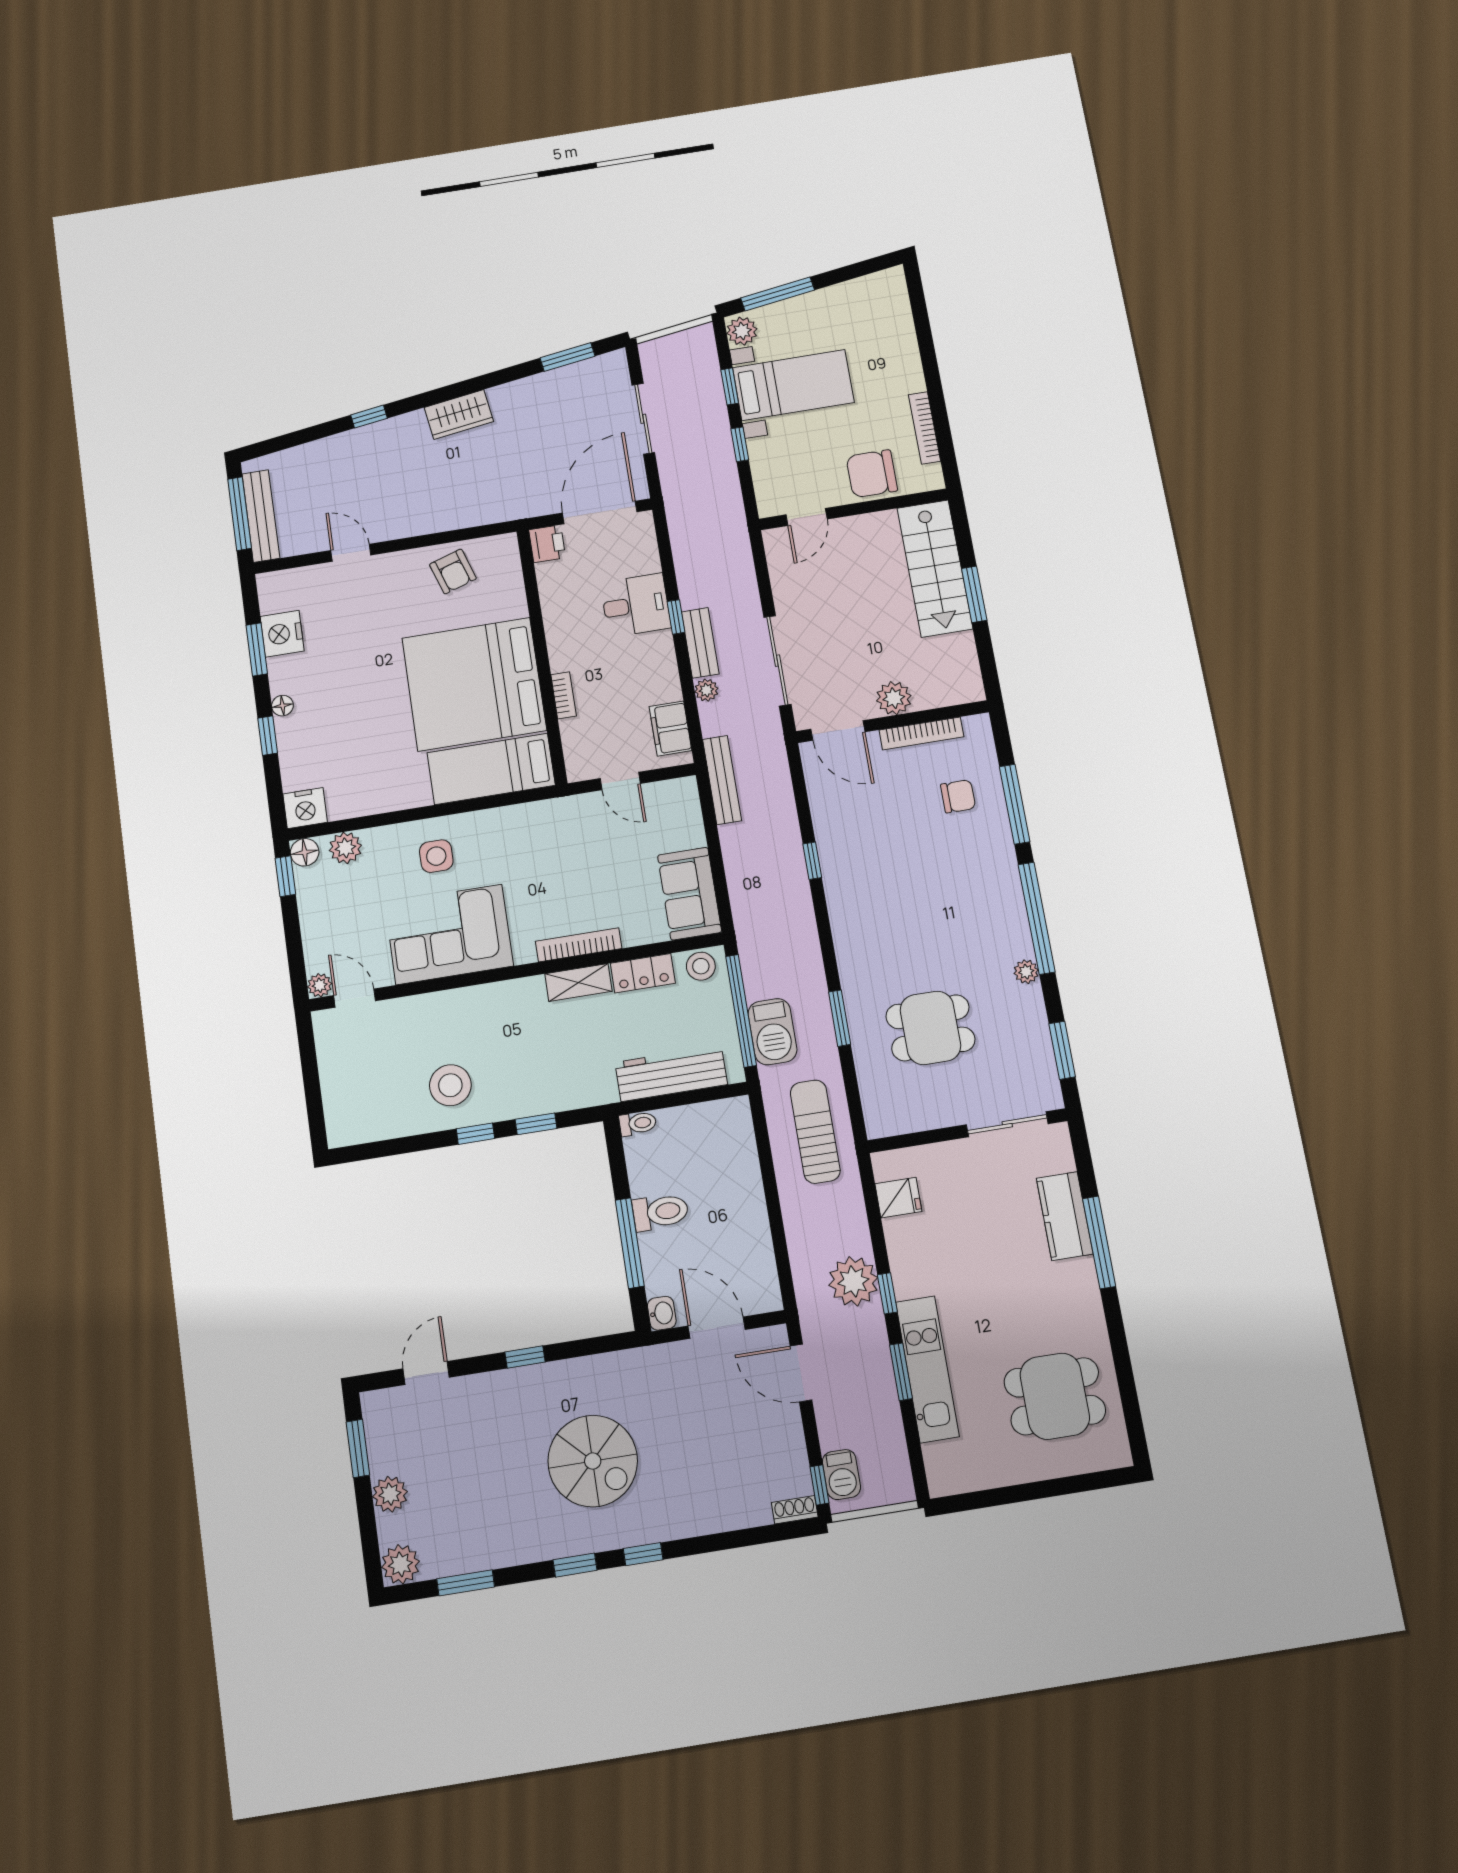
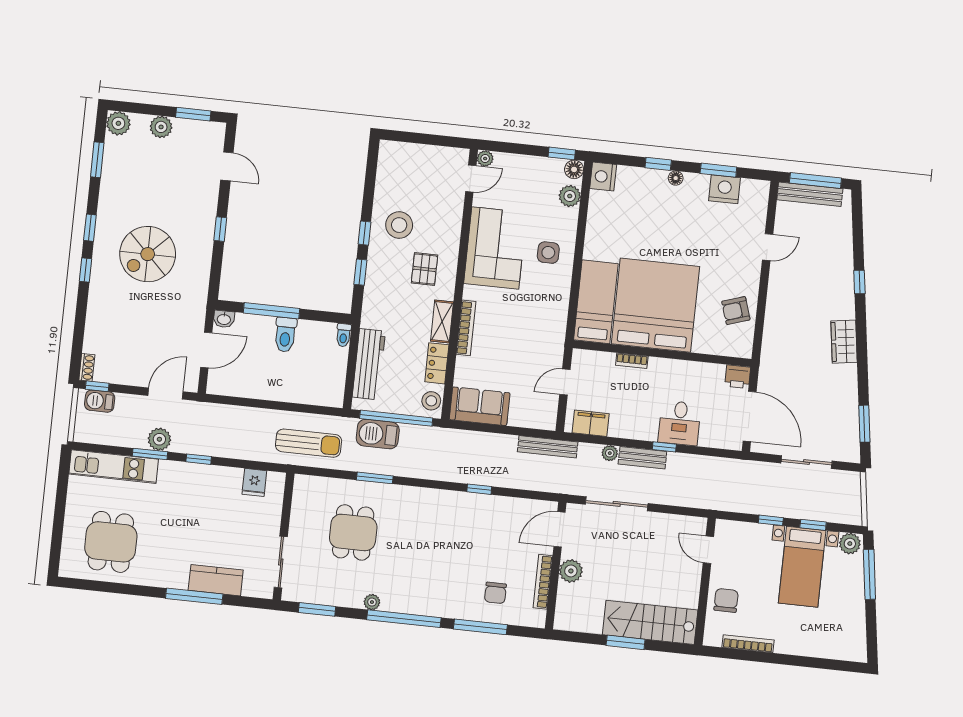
chair: (872, 474) -> (726, 600), width x0.73, depth x0.73
pallet: (507, 1030) -> (424, 269), added
plant: (853, 1281) -> (159, 439), moved, width x0.73, depth x0.73
kitchen unit: (927, 1369) -> (114, 467), moved

